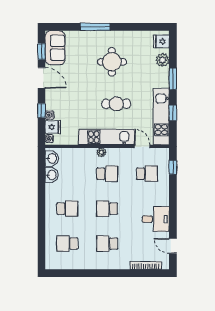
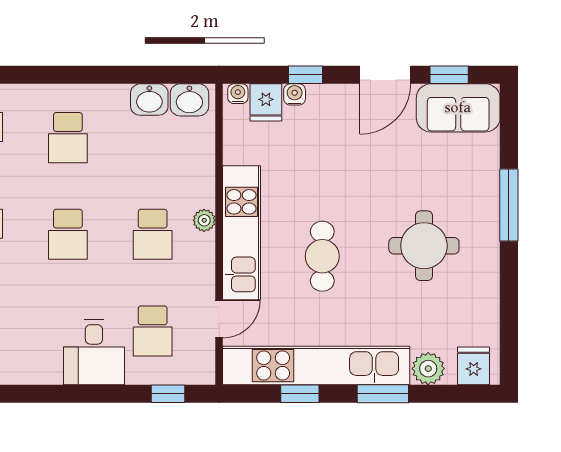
kitchen unit: (161, 117) -> (316, 366), width x1.36
school desk: (107, 209) -> (68, 234), turned 180
desk: (156, 219) -> (94, 352), moved

